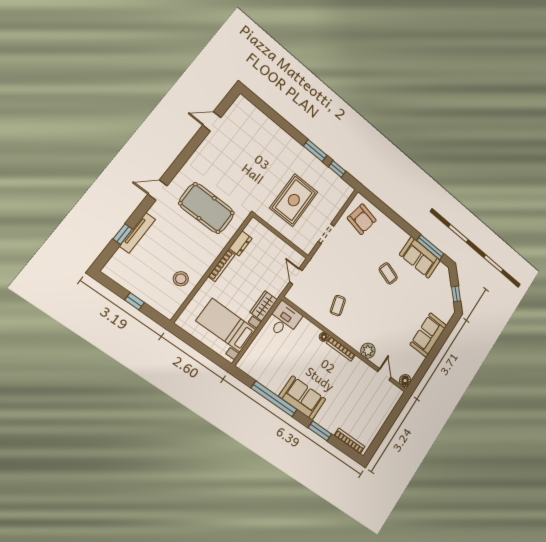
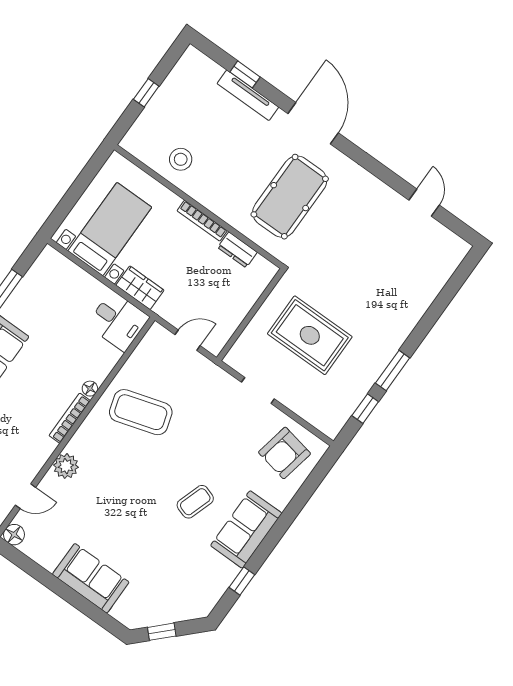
door: (158, 190) -> (313, 123), width x1.88
window: (430, 247) -> (242, 581), width x0.46
sofa: (420, 258) -> (246, 529), moved
coffee table: (338, 306) -> (141, 412), width x1.86, depth x1.72

